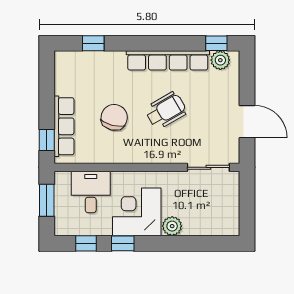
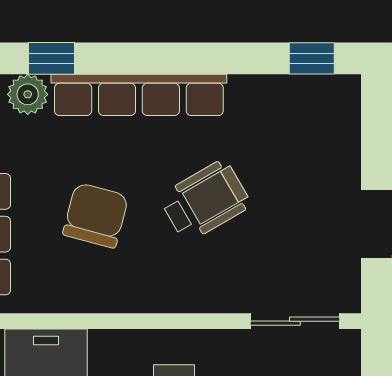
row of seats: (168, 60) -> (139, 95), moved
plant: (220, 60) -> (28, 94), moved

